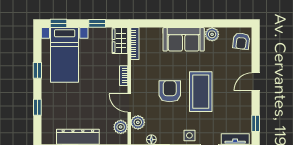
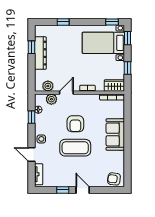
plant: (212, 34) -> (119, 156), removed
window: (37, 70) -> (112, 22), moved
armchair: (170, 91) -> (75, 124), turned 90
window: (256, 123) -> (63, 190), moved

